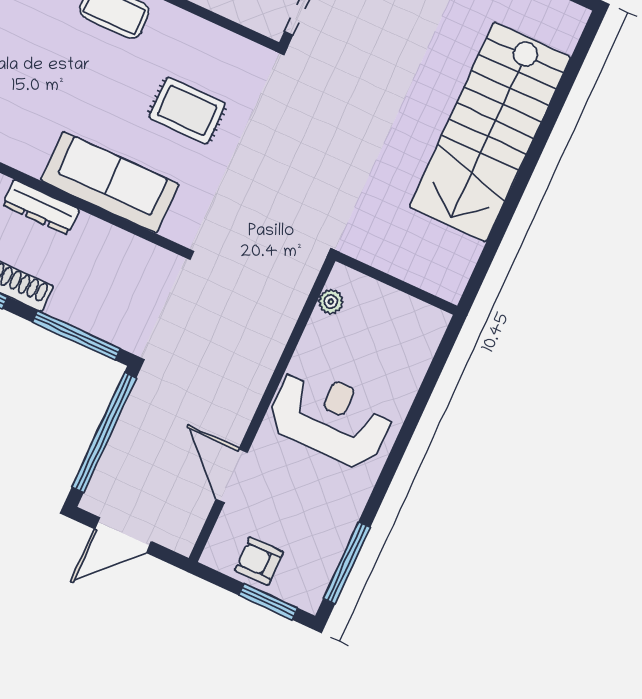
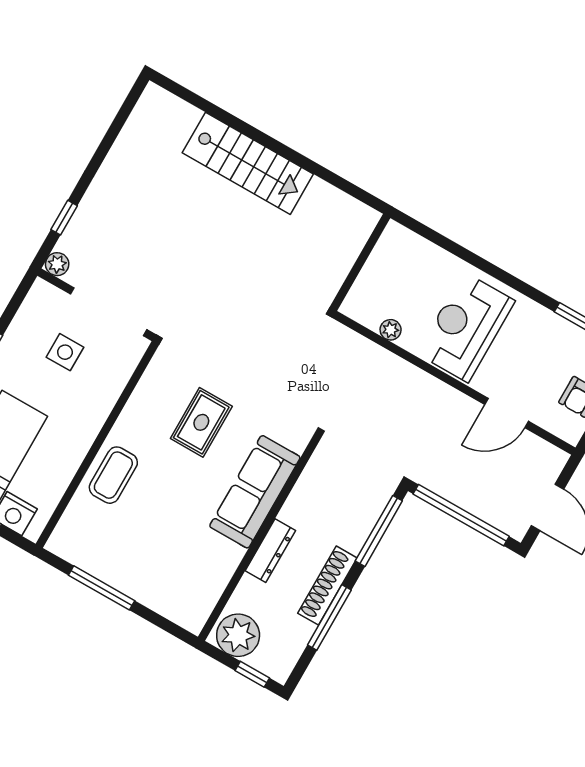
stairs: (490, 132) -> (248, 163), width x0.73, depth x0.66
plant: (331, 301) -> (391, 330), moved

